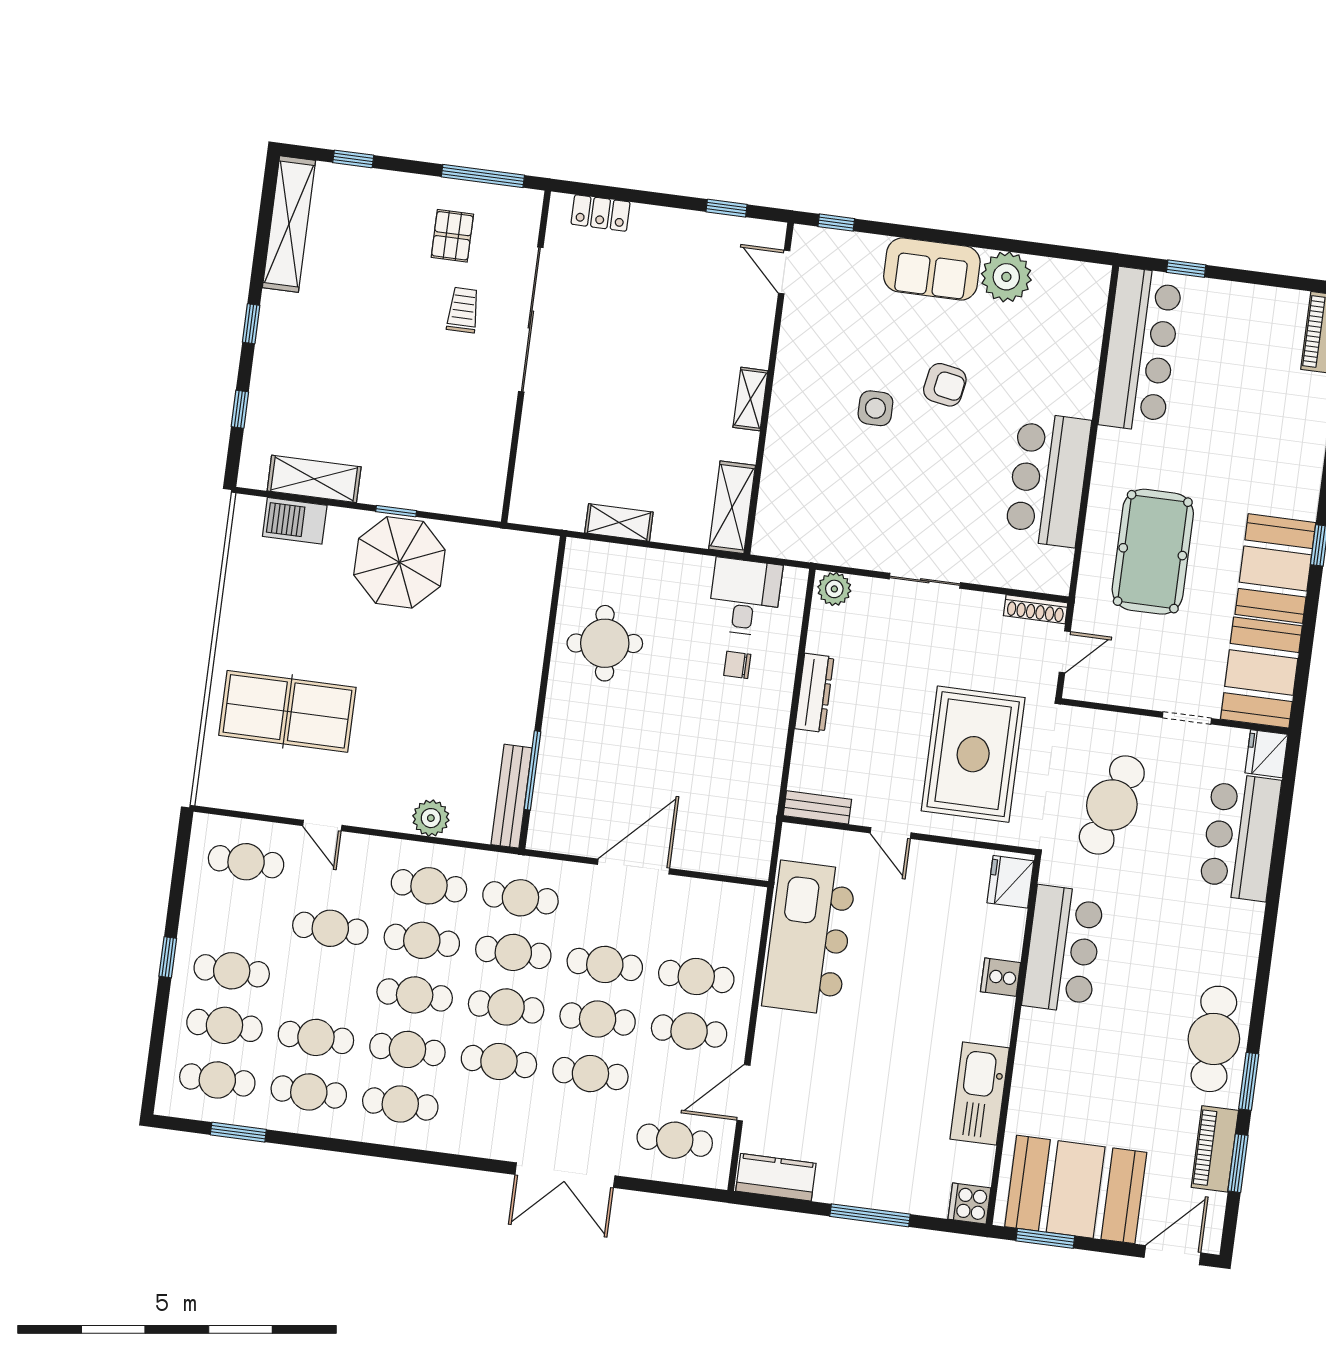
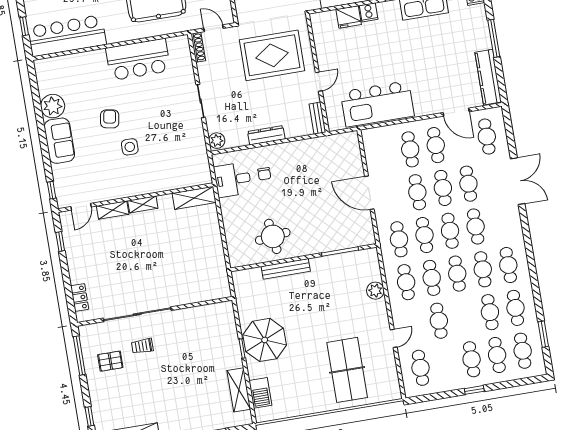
shelving: (619, 522) -> (113, 210), moved, turned 90
bench: (512, 796) -> (286, 269), moved
fridge: (1010, 882) -> (349, 17), moved
kitchen counter: (776, 1177) -> (488, 77), width x1.50

